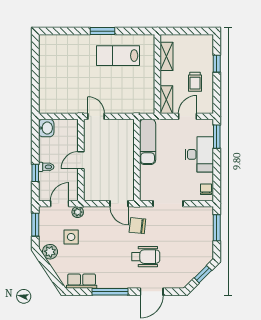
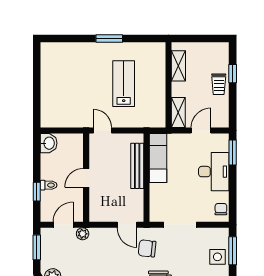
lab bench: (118, 56) -> (124, 84), moved, turned 90
trolley: (195, 82) -> (219, 84), moved
bench: (128, 149) -> (137, 166), added
side table: (71, 237) -> (217, 257), moved

